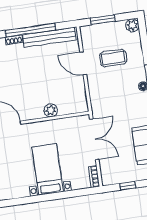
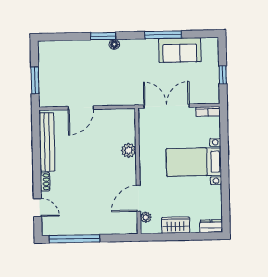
plant: (132, 25) -> (45, 48), removed
window: (30, 30) -> (37, 162), removed
coffee table: (113, 58) -> (79, 74), removed

